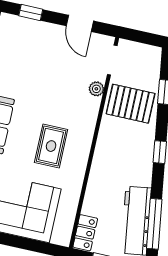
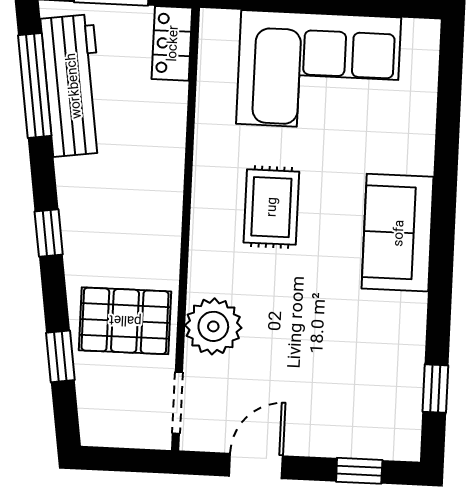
door: (80, 23) -> (256, 466), hinge flipped
plant: (96, 89) -> (213, 326), width x1.88, depth x1.88

